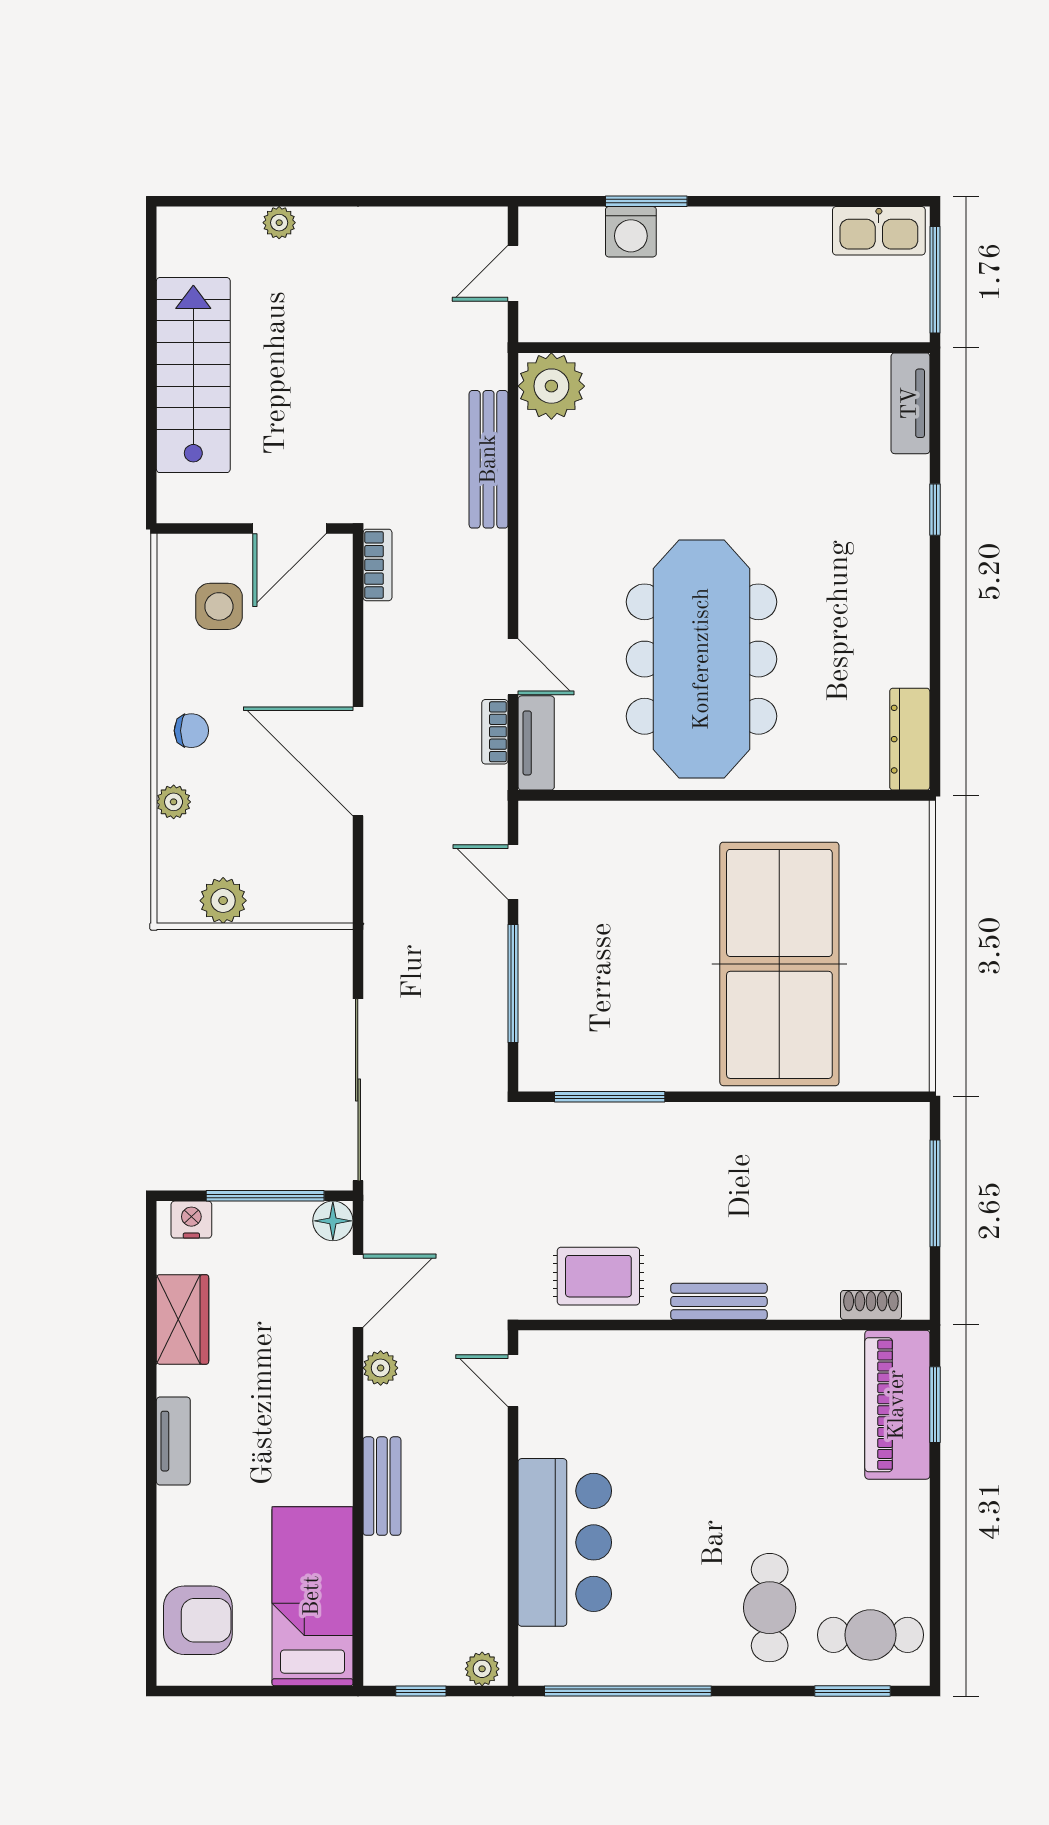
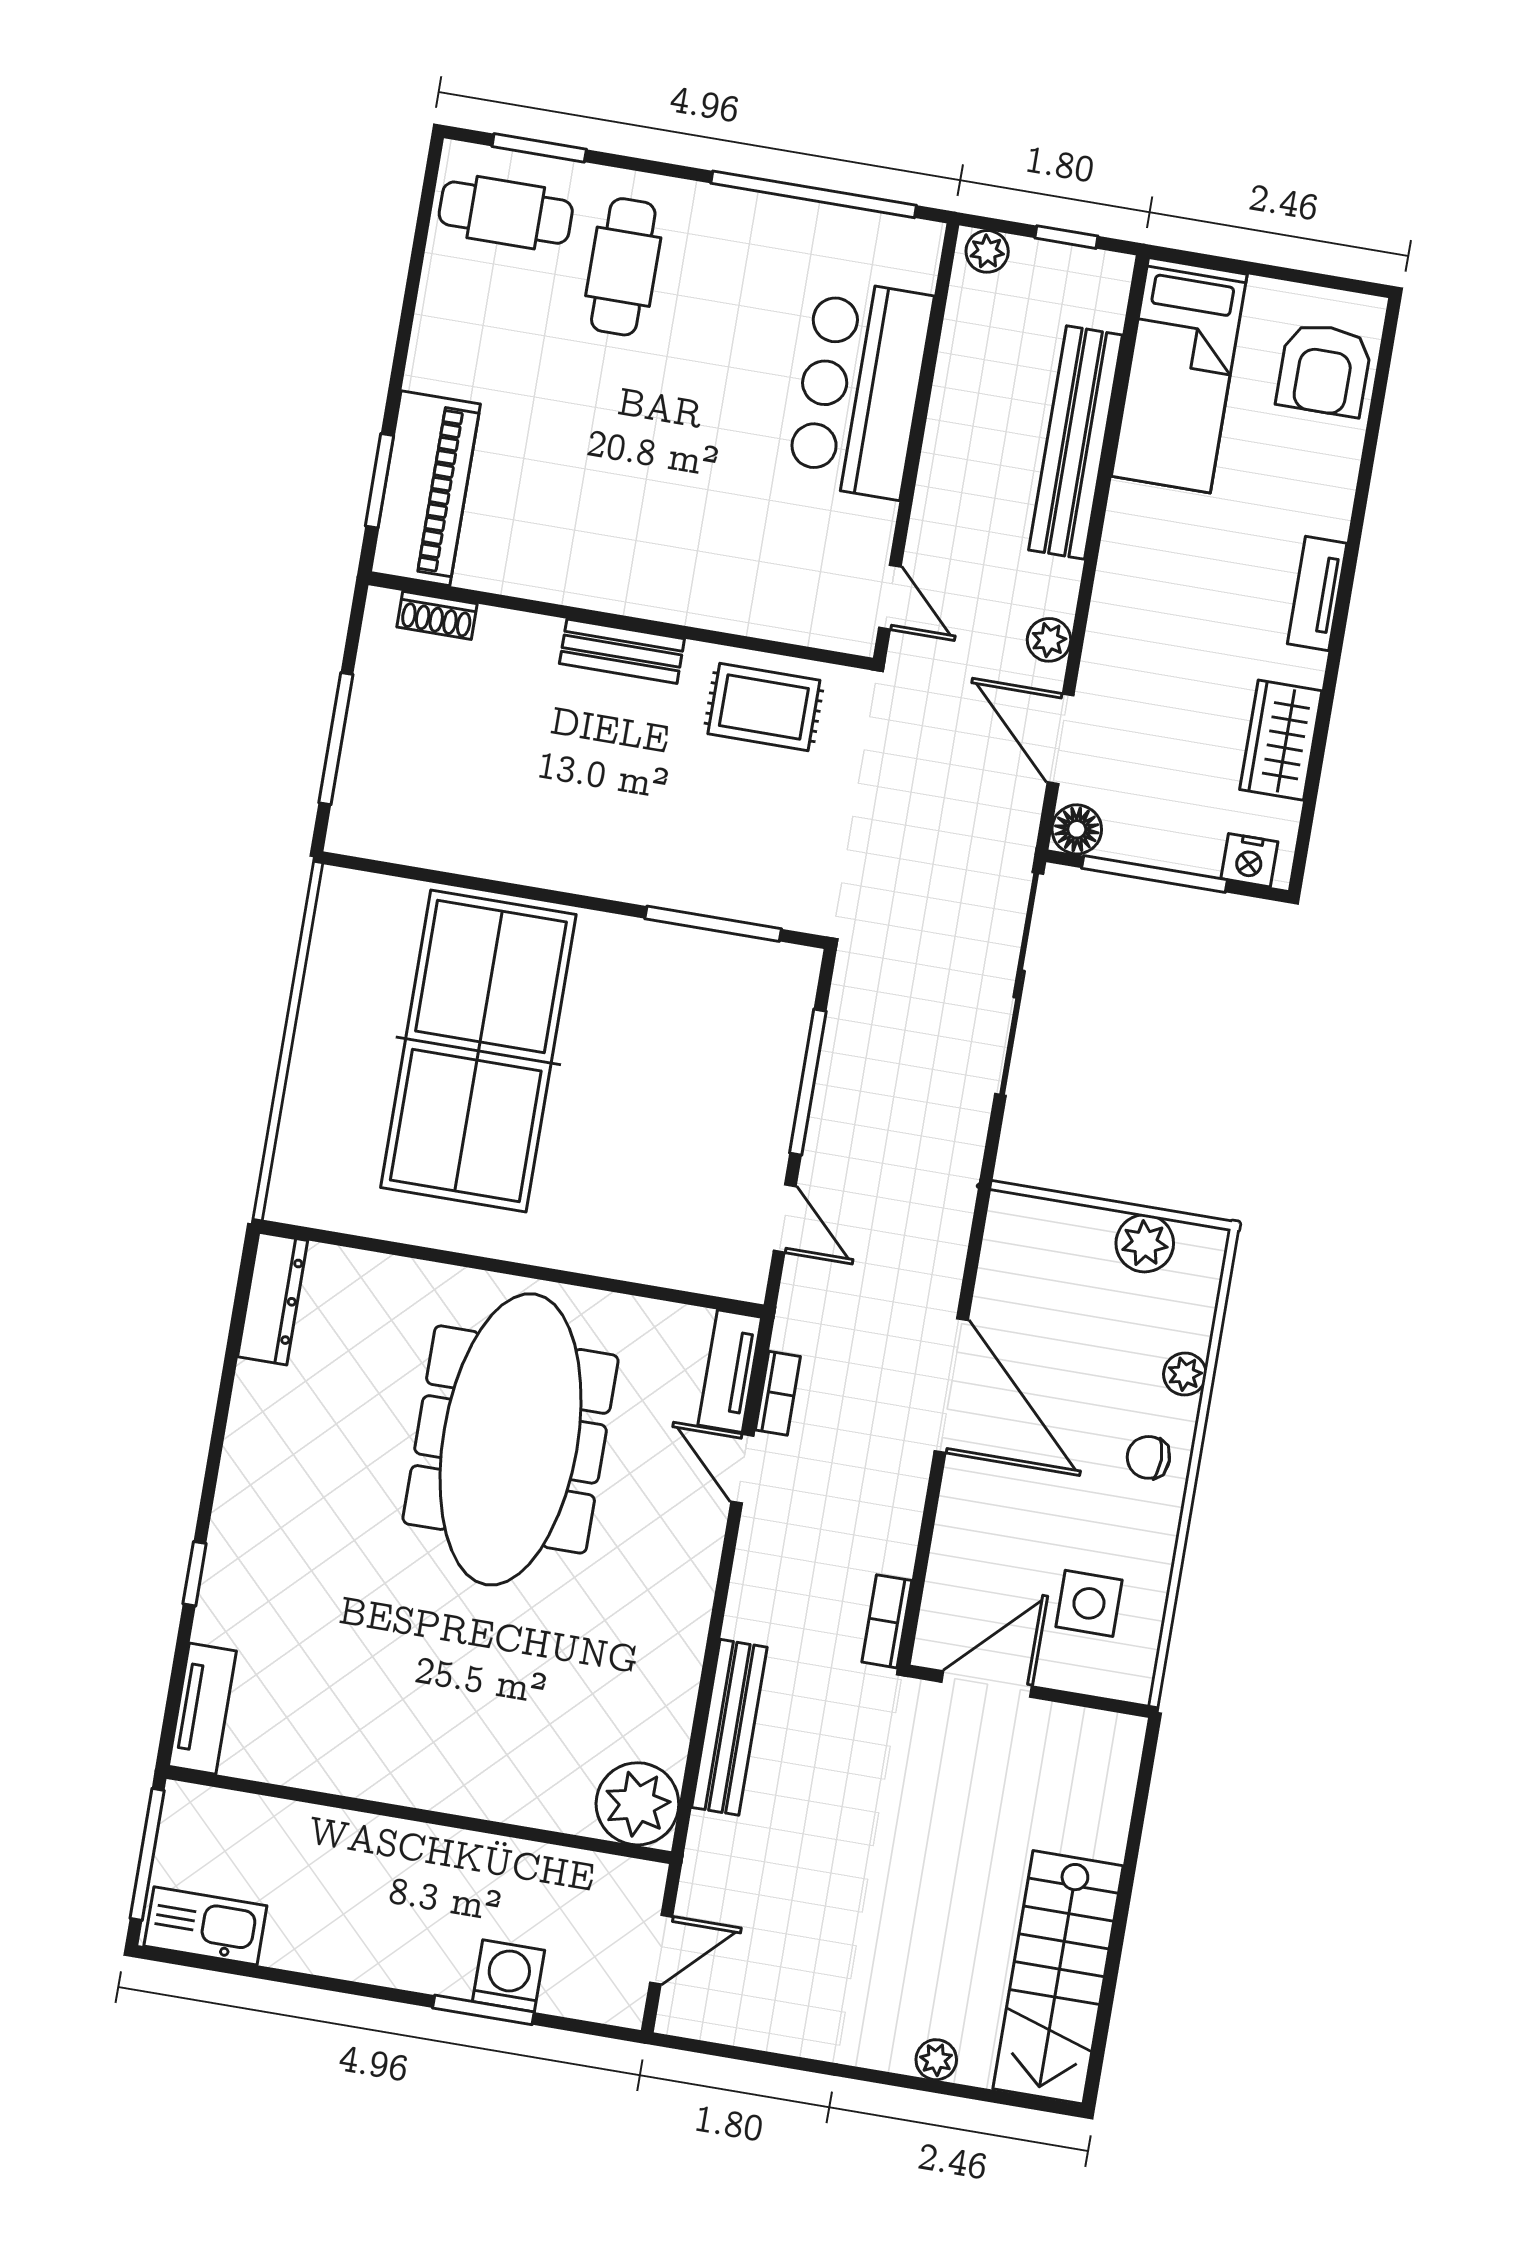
stairs: (193, 375) -> (1058, 1977), moved
door: (358, 1291) -> (1061, 739), hinge flipped
bench: (382, 1486) -> (1076, 443), width x1.86, depth x1.21
armchair: (198, 1620) -> (1324, 369), turned -90

